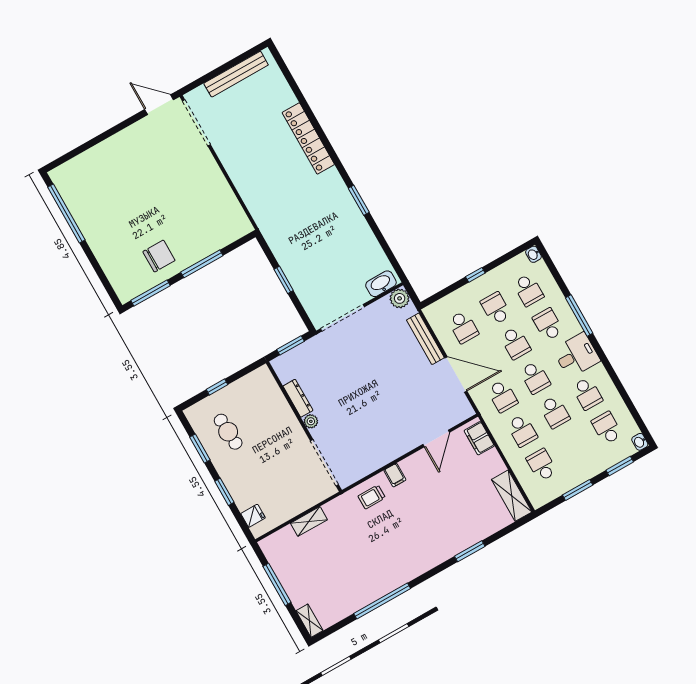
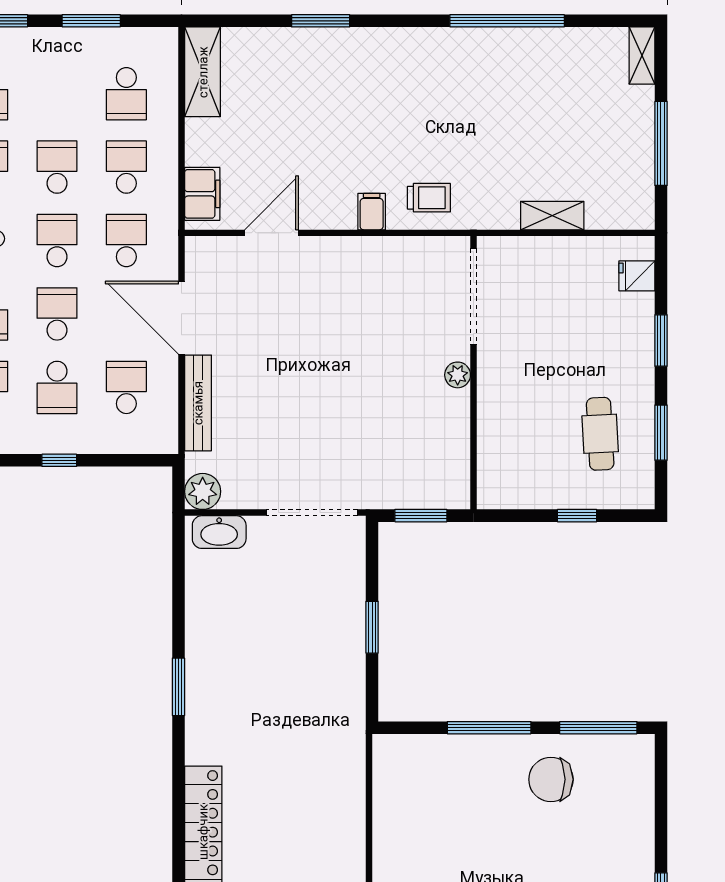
dresser: (298, 398) -> (457, 424), removed

